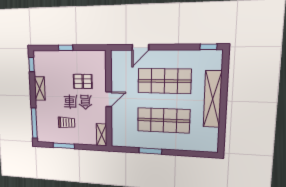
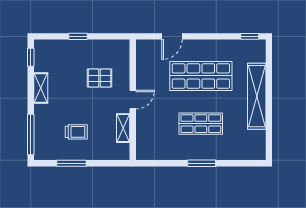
shop shelf: (163, 120) -> (201, 124), width x0.70, depth x0.74
shelving: (102, 135) -> (123, 128), moved
window: (150, 151) -> (202, 163), moved

